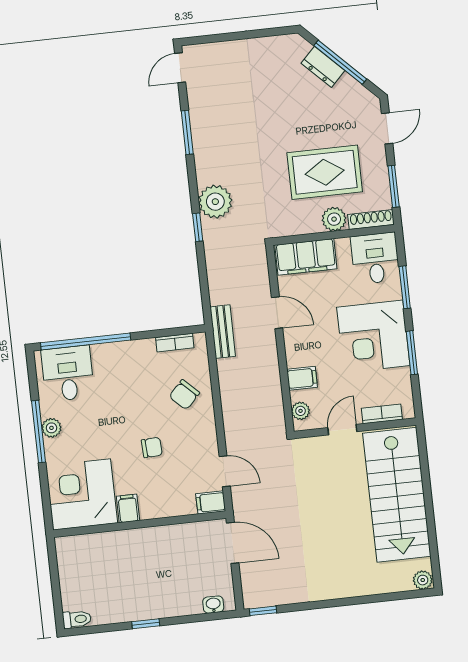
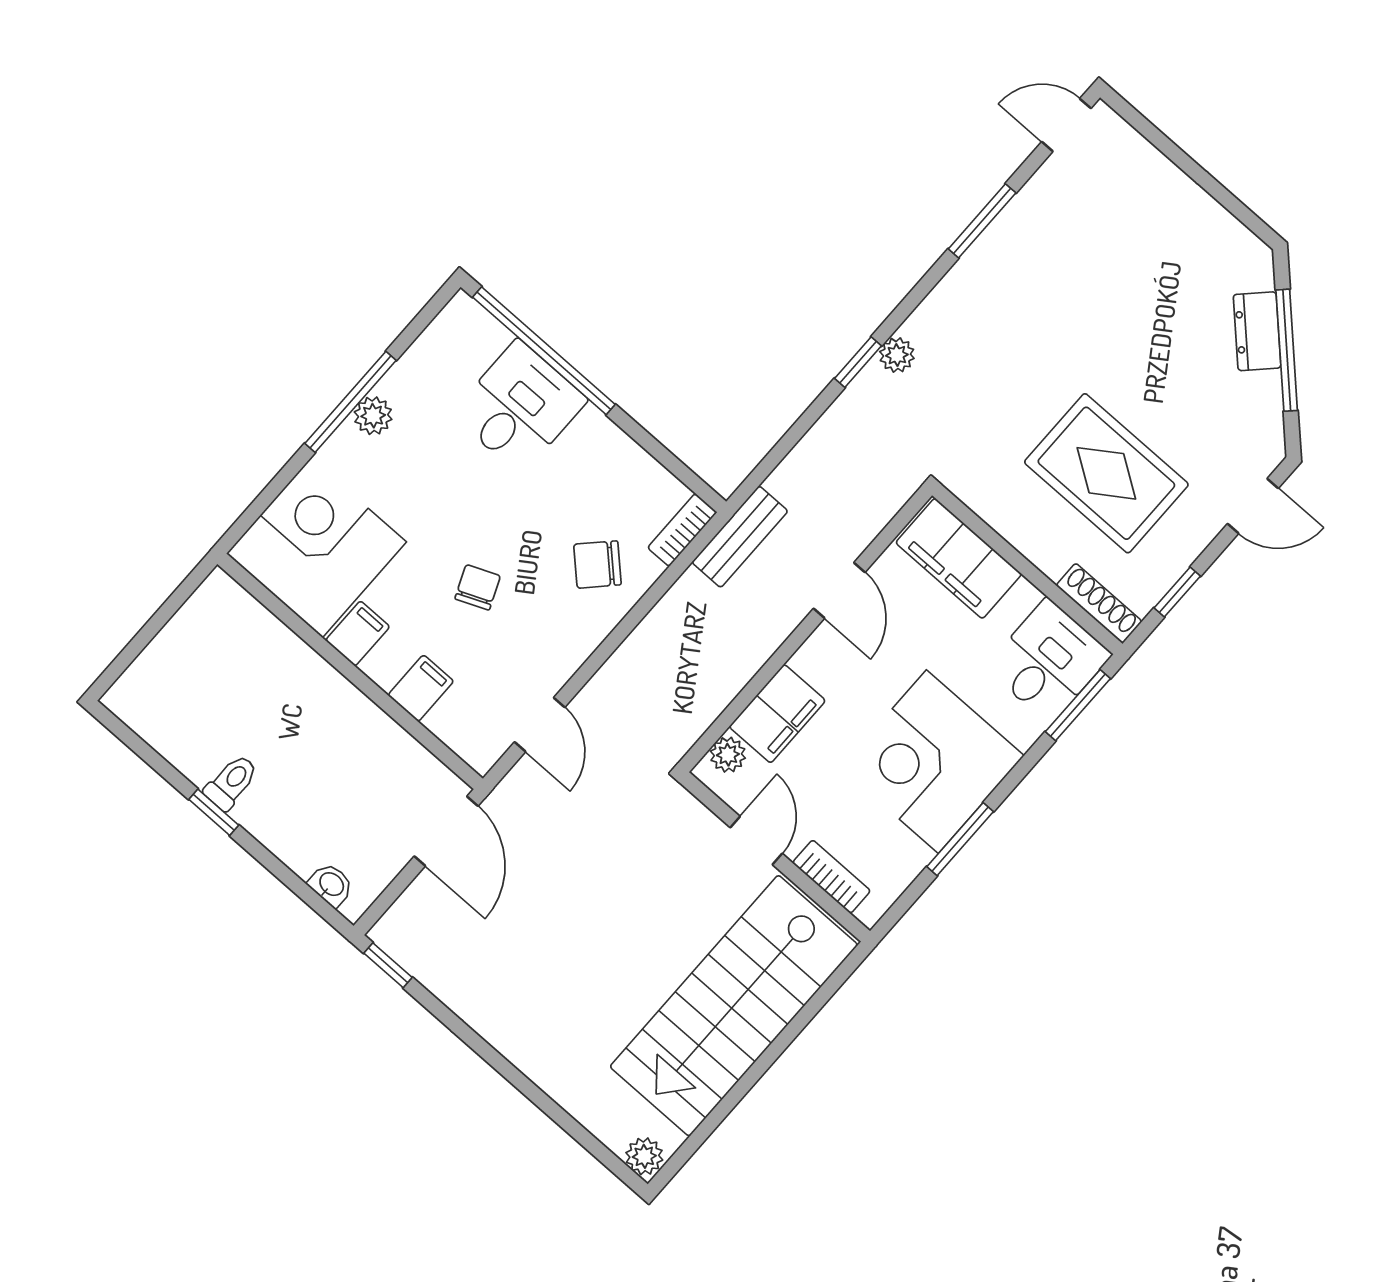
window: (394, 186) -> (1177, 592), width x0.67
plant: (215, 202) -> (897, 355), width x0.53, depth x0.53
plant: (334, 219) -> (1051, 549), removed
window: (405, 287) -> (1078, 705), moved
bookcase: (175, 343) -> (682, 530), moved, turned 90
desk: (68, 373) -> (519, 407), moved
filing cabinet: (302, 378) -> (777, 714), width x2.00
door: (342, 430) -> (756, 840), hinge flipped
chair: (152, 447) -> (478, 587), turned -110
filing cabinet: (211, 502) -> (421, 688), moved, turned 90
toilet: (77, 619) -> (231, 782), moved, turned -90

